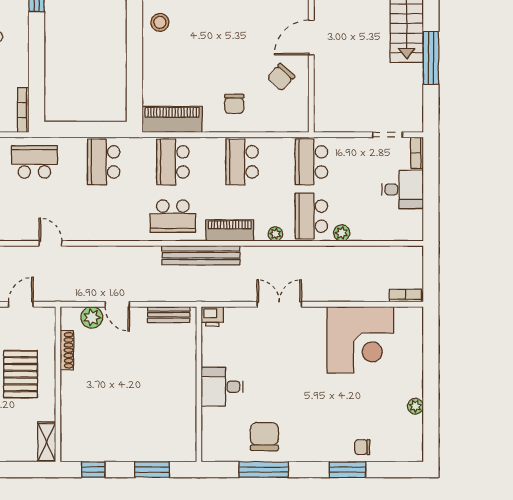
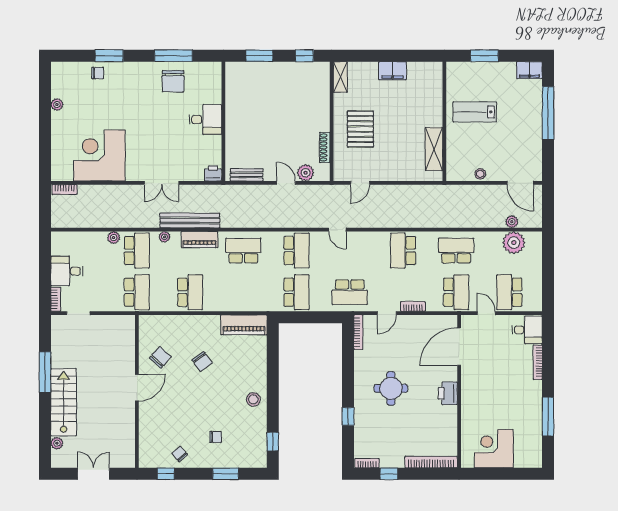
chair: (234, 104) -> (202, 362), moved, turned 145
school desk: (173, 162) -> (297, 251), moved
bench: (201, 255) -> (190, 220), moved

